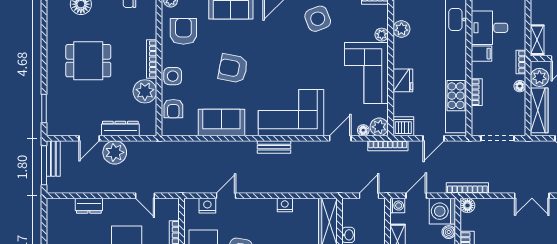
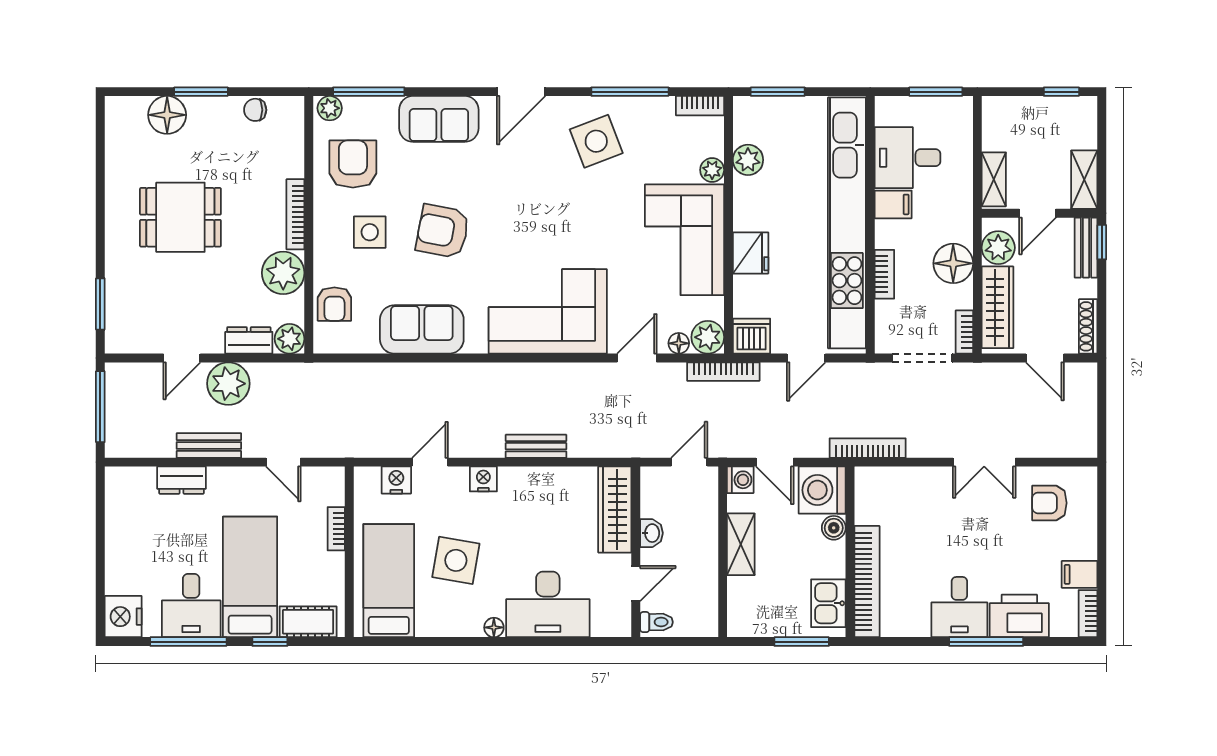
bookcase: (521, 62) -> (964, 332), moved
side table: (173, 76) -> (370, 232), moved
floor lamp: (520, 86) -> (953, 263), width x1.89, depth x1.89
plant: (148, 128) -> (290, 339), added
dresser: (120, 129) -> (249, 340), width x0.70
bench: (274, 147) -> (536, 446), moved
bench: (53, 159) -> (209, 445), moved, turned 90
door: (416, 196) -> (775, 462), swing flipped
nightstand: (285, 205) -> (483, 479), moved
floor lamp: (467, 205) -> (868, 480), removed

